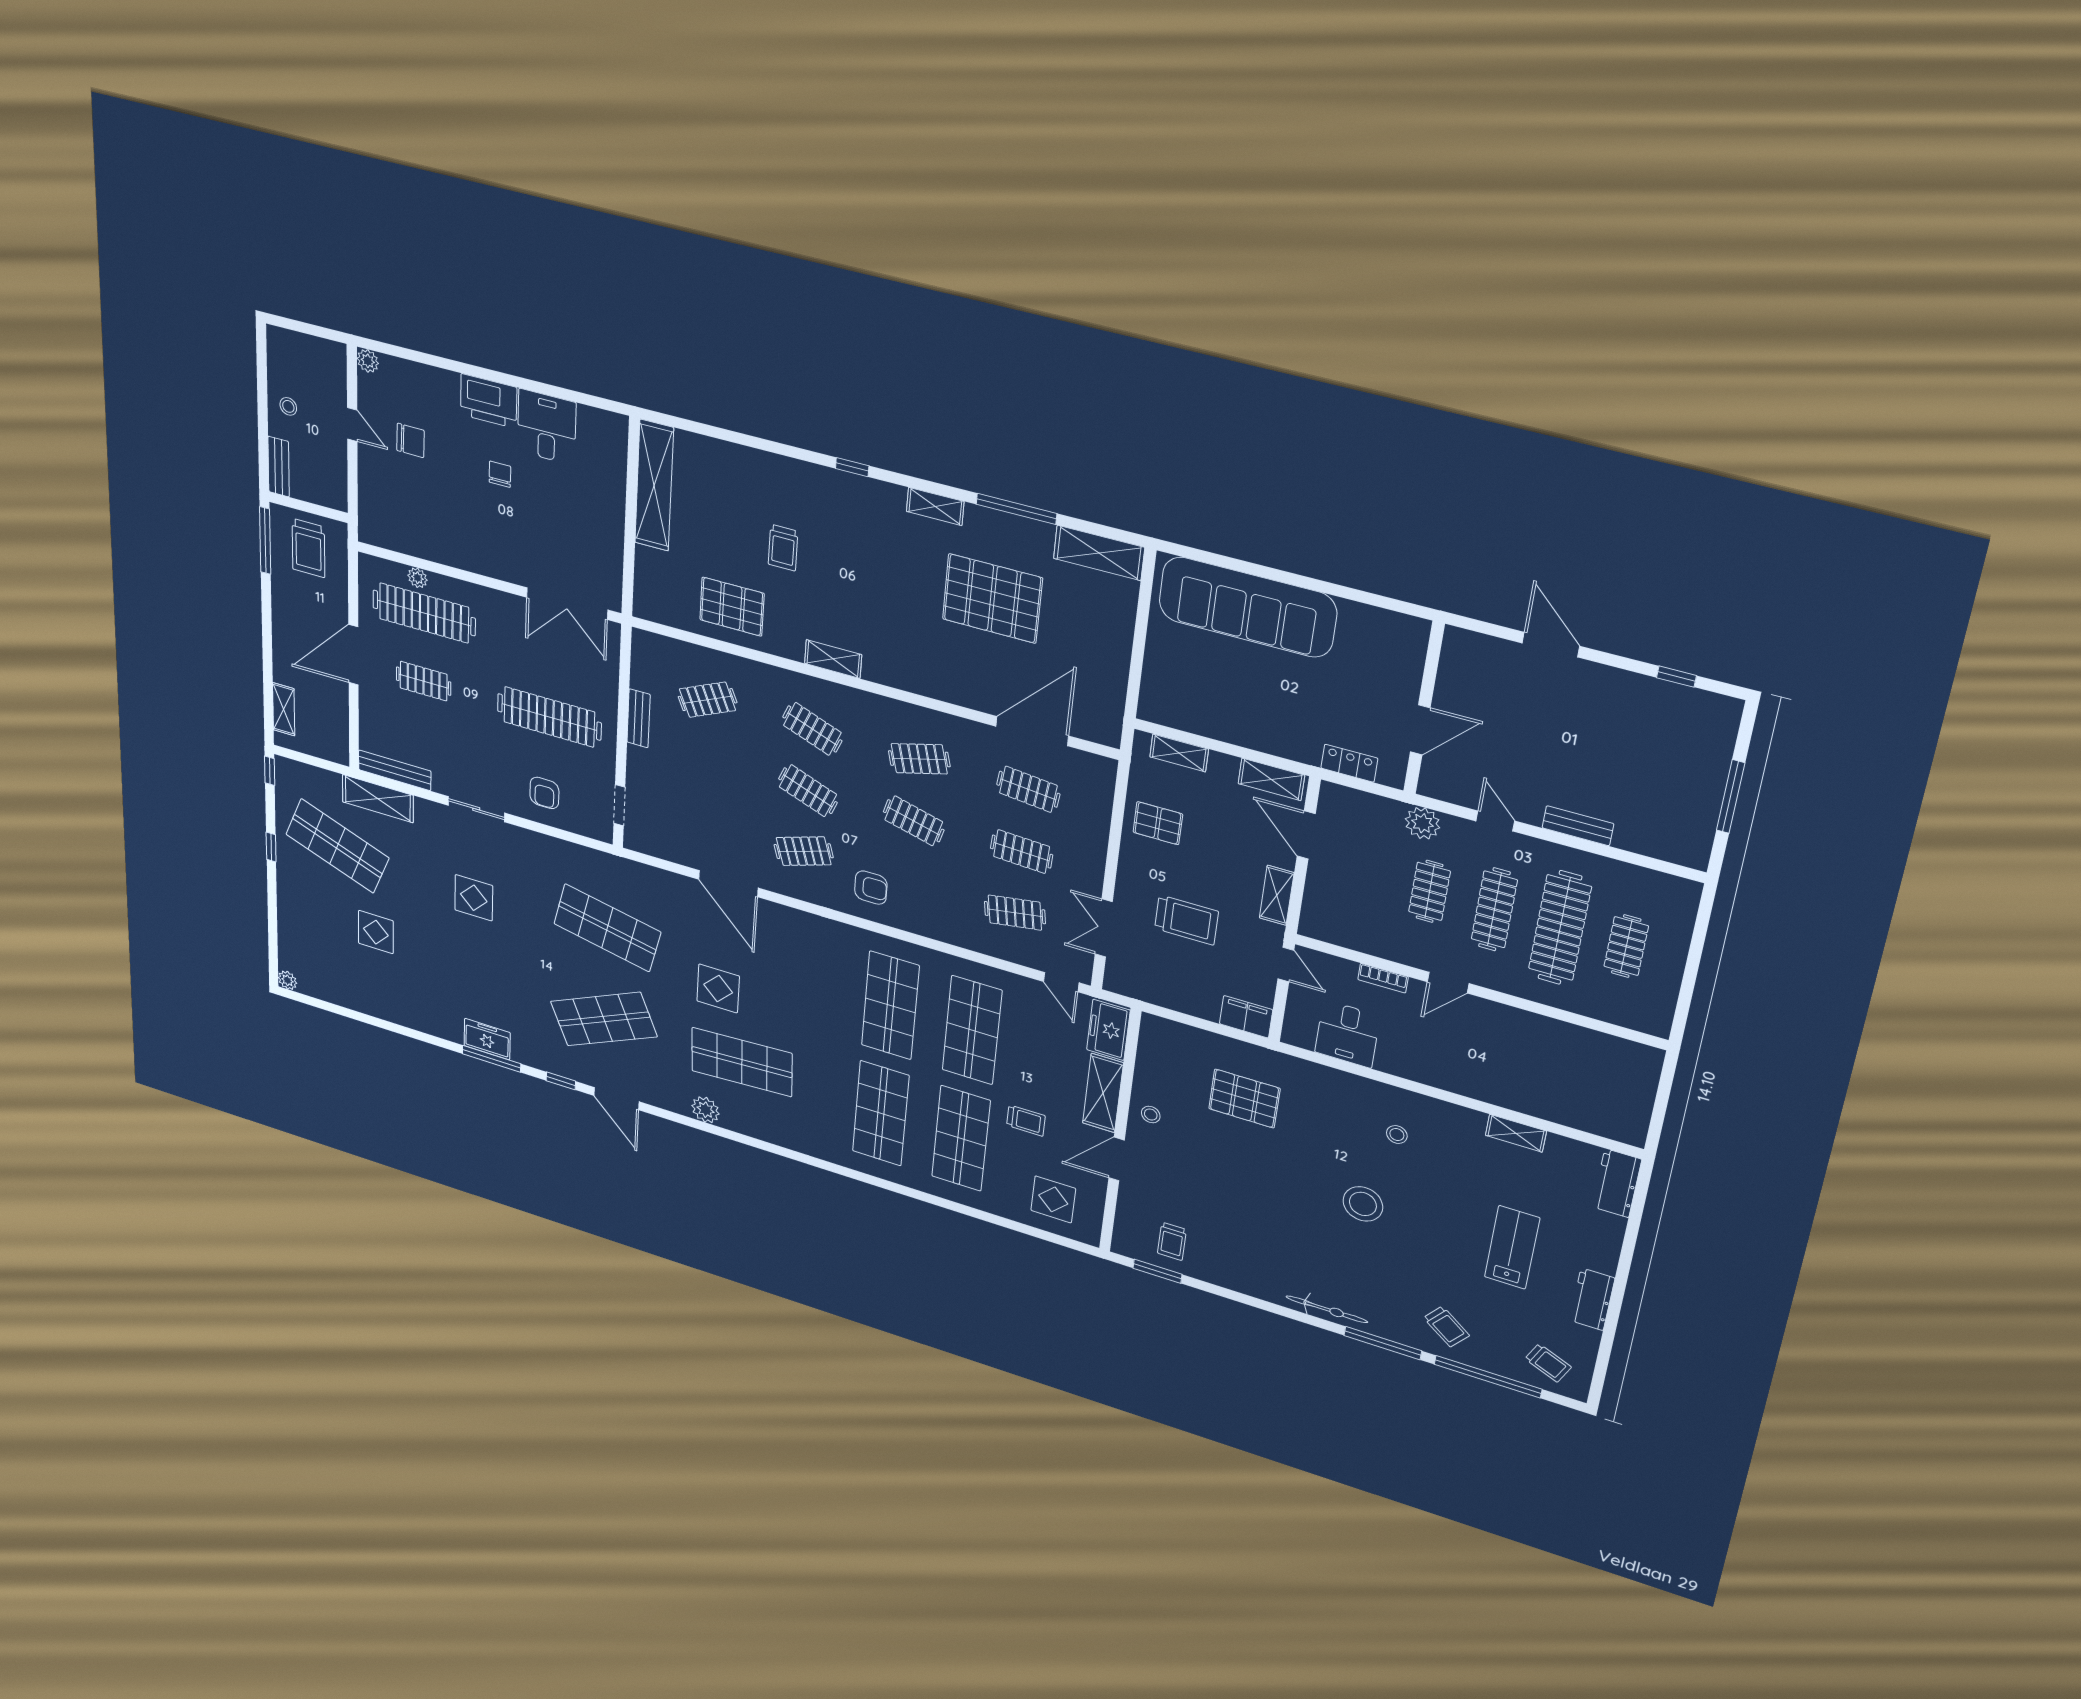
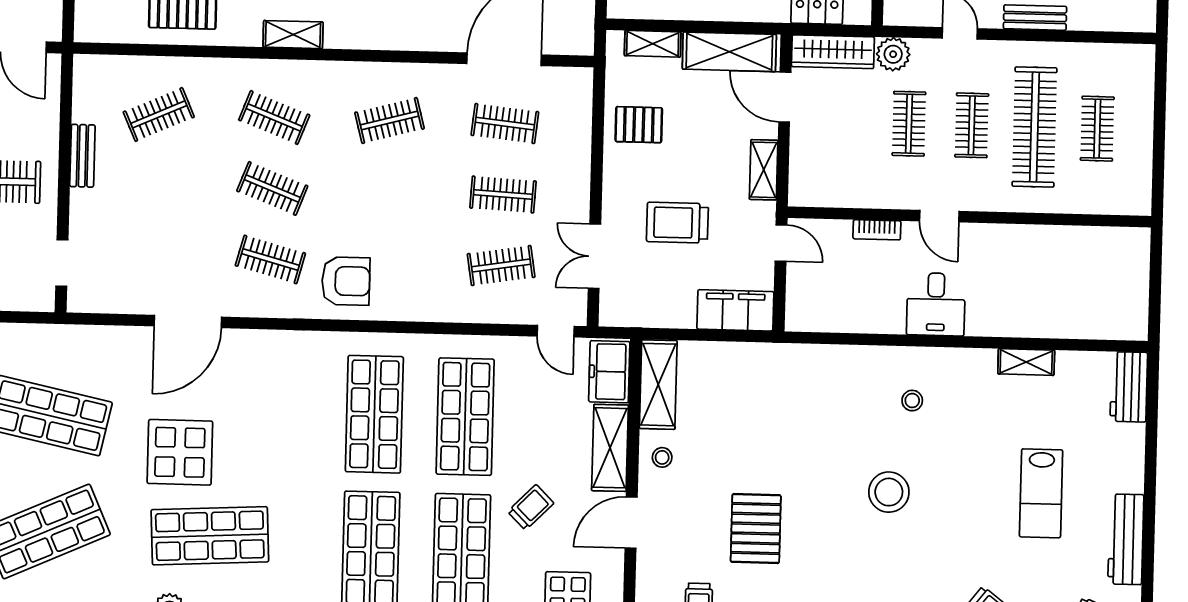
shelving: (1271, 779) -> (729, 52), width x1.50, depth x1.33
wardrobe: (1361, 806) -> (833, 52), added
clothes rail: (914, 821) -> (388, 192), removed
clothes rail: (804, 851) -> (270, 259), turned 33
door: (728, 884) -> (188, 322), hinge flipped
armchair: (871, 888) -> (346, 281), width x1.38, depth x1.38
clothes rail: (1494, 909) -> (972, 125), width x0.73
trolley: (1186, 920) -> (677, 223), turned 180
door: (1448, 983) -> (939, 216), hinge flipped
display table: (718, 989) -> (180, 452), width x1.36, depth x1.36
filing cabinet: (1246, 1017) -> (735, 310), width x1.50, depth x1.17
desk: (1347, 1034) -> (936, 304), moved
shelving: (1153, 1053) -> (658, 385), added
pallet: (1244, 1099) -> (756, 529), moved, turned 90
trolley: (1026, 1121) -> (531, 507), turned -45
lab bench: (1512, 1247) -> (1041, 493), turned 180
workbench: (1592, 1299) -> (1126, 539), width x1.38

